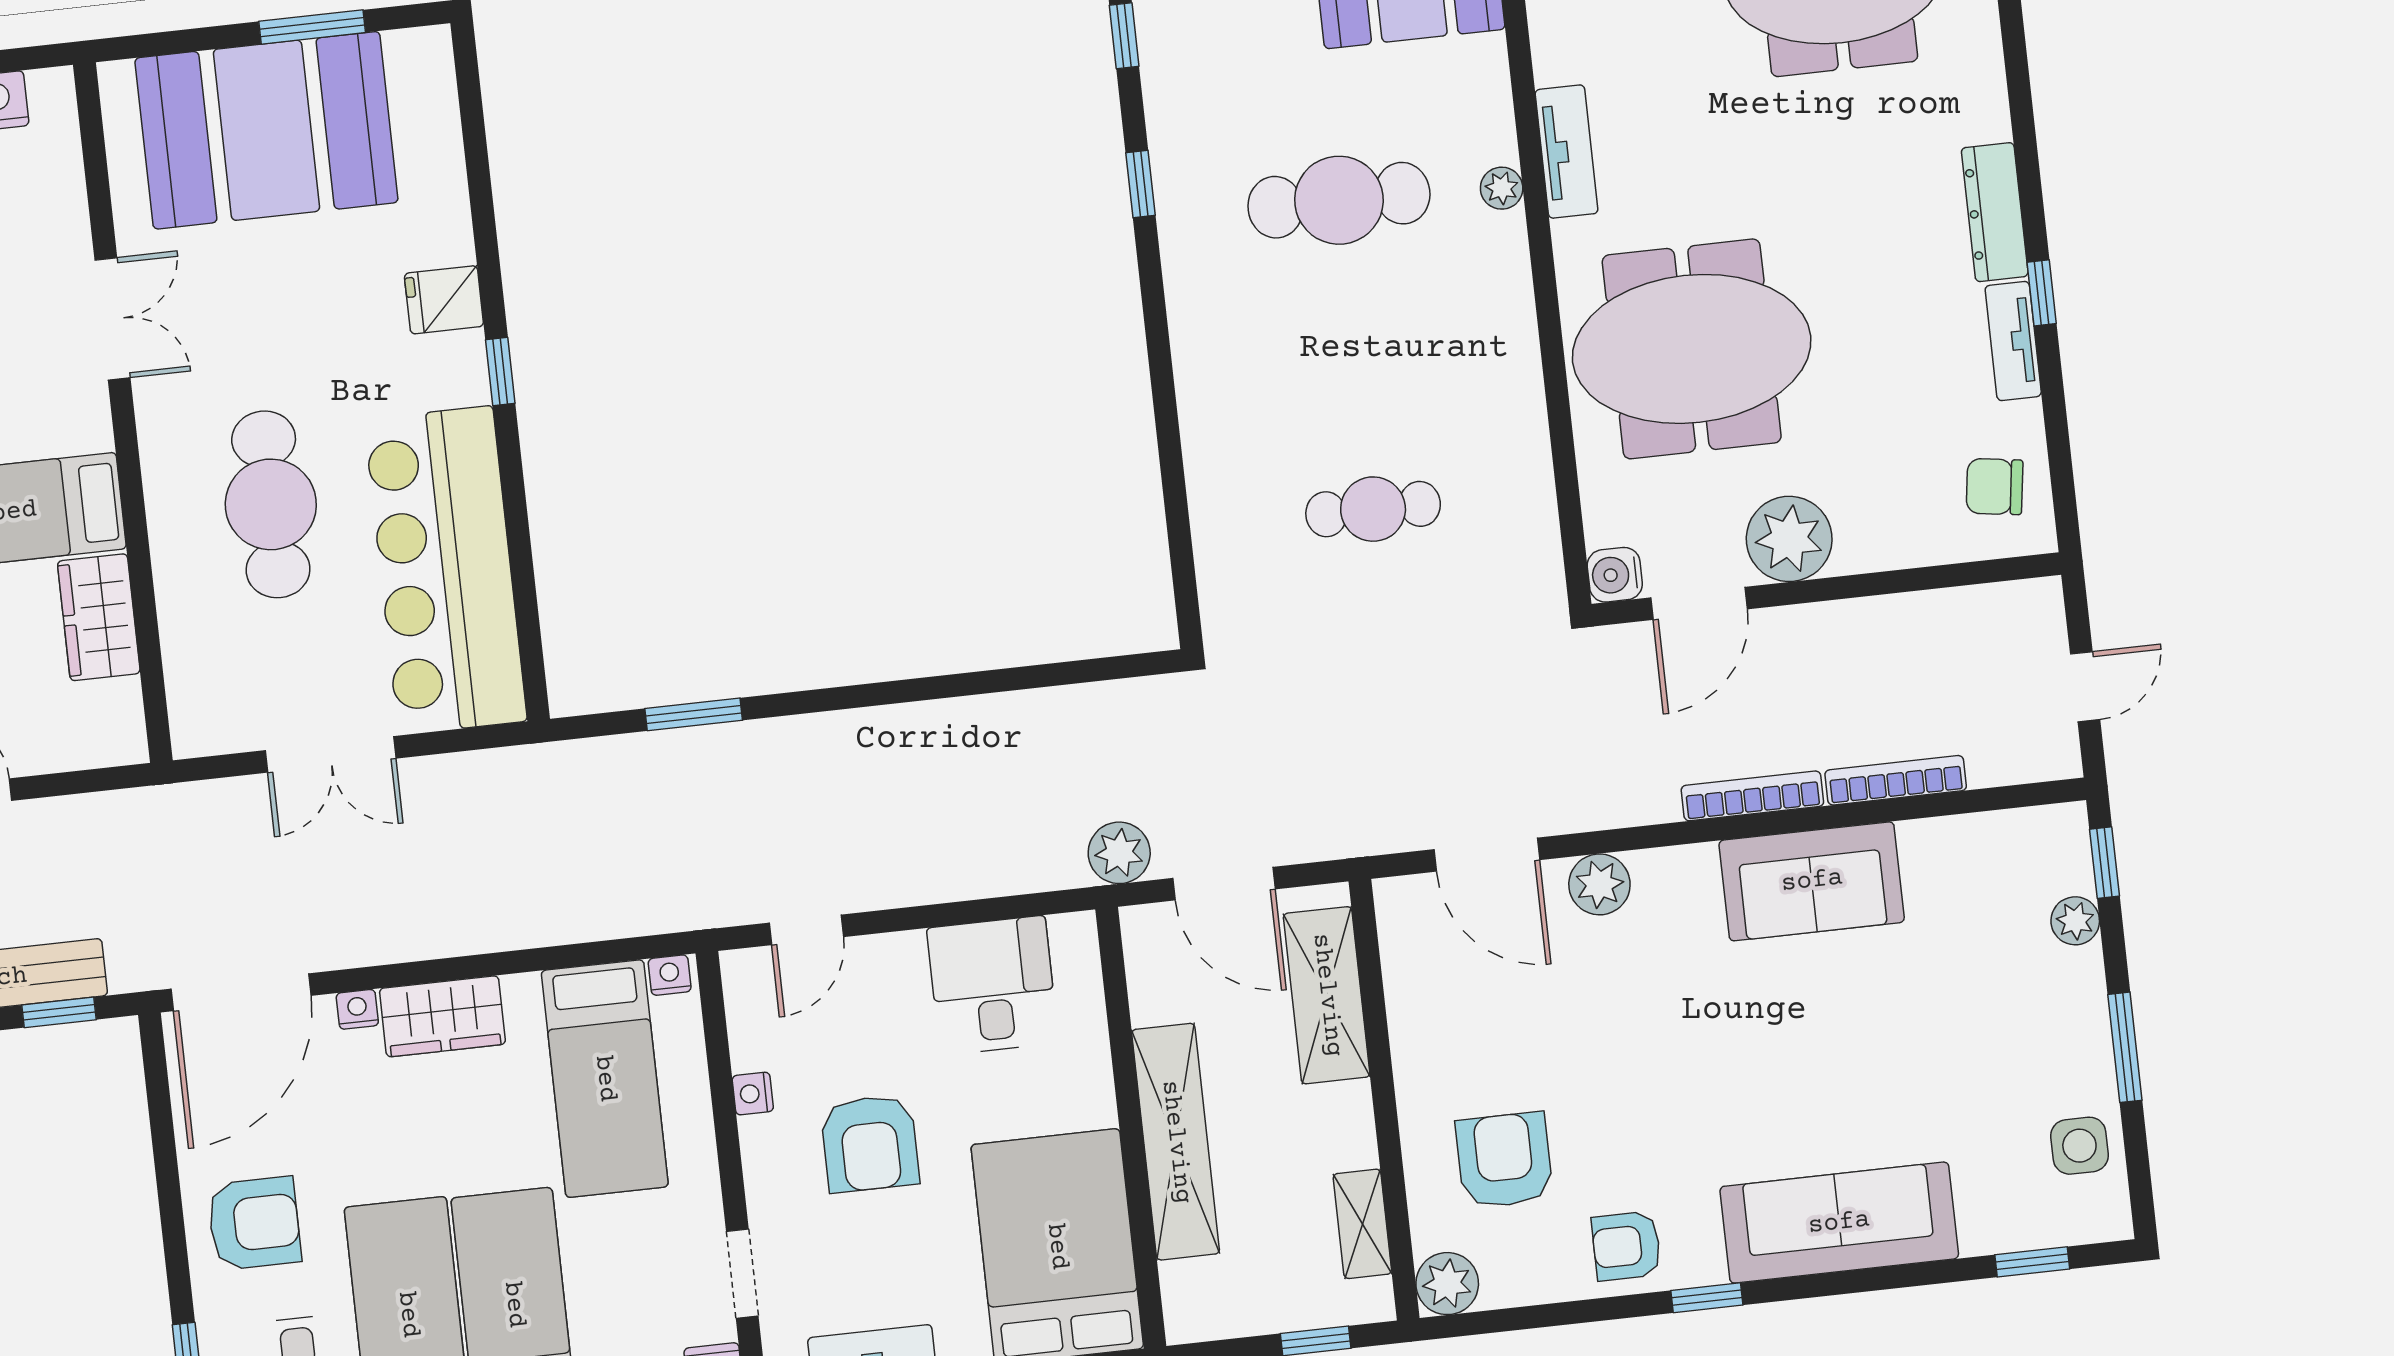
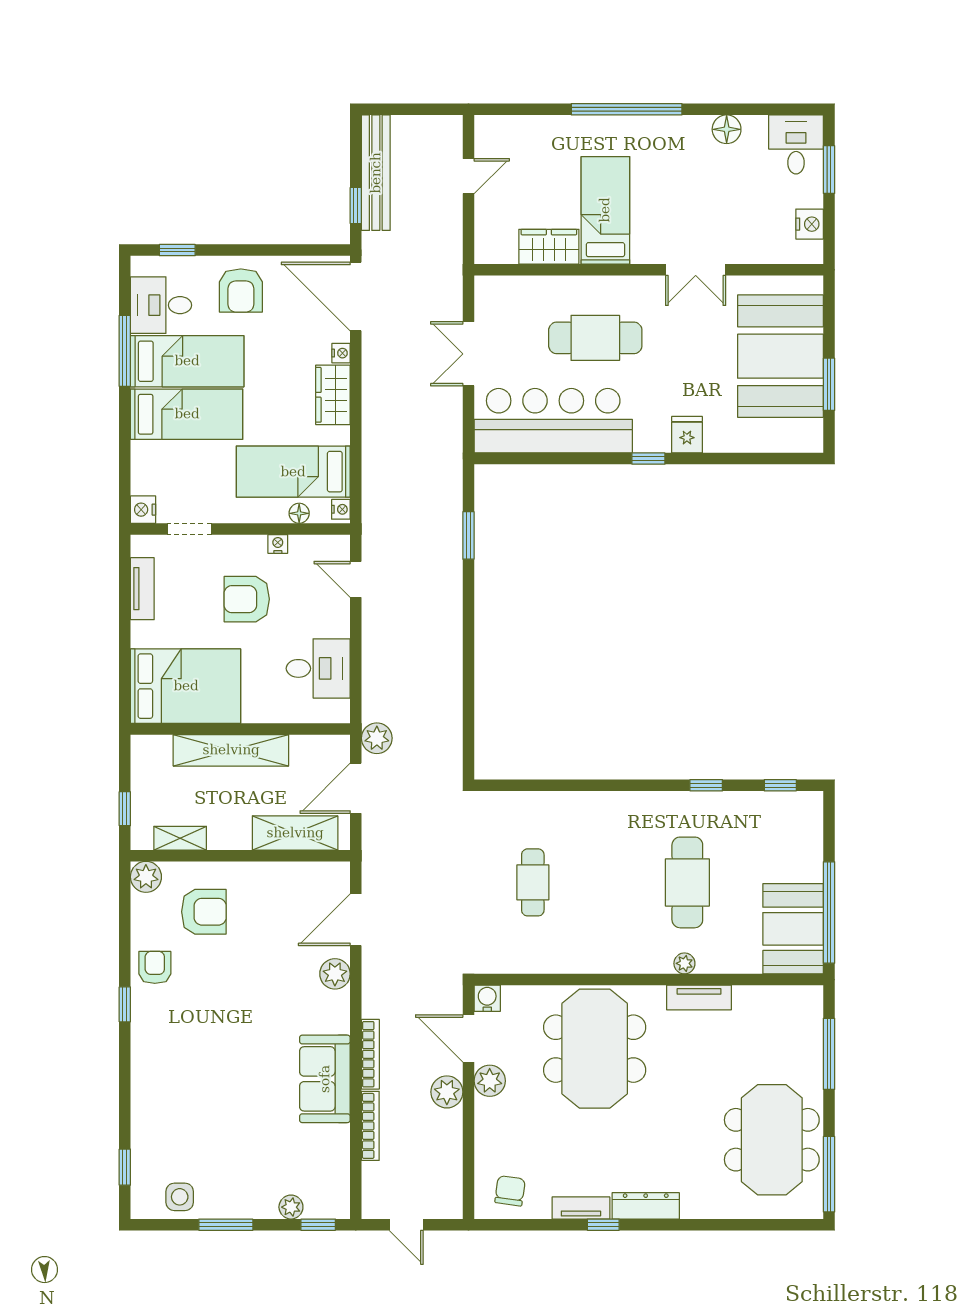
plant: (1789, 539) -> (490, 1081), width x0.73, depth x0.73
plant: (1811, 635) -> (447, 1092), added
floor lamp: (687, 1058) -> (299, 513), added
sofa: (1839, 1223) -> (155, 1074), removed

